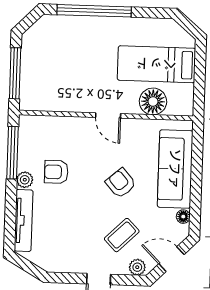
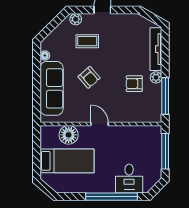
desk: (68, 36) -> (129, 179), added
armchair: (56, 172) -> (134, 84), turned 180
coffee table: (122, 235) -> (87, 41), turned 44
door: (171, 259) -> (52, 26), removed

